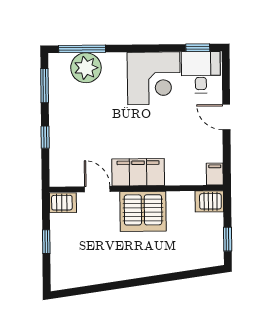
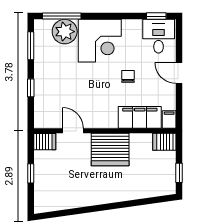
corner desk: (154, 78) -> (100, 41), moved
chair: (164, 122) -> (128, 76), added
filing cabinet: (138, 172) -> (140, 117), moved

